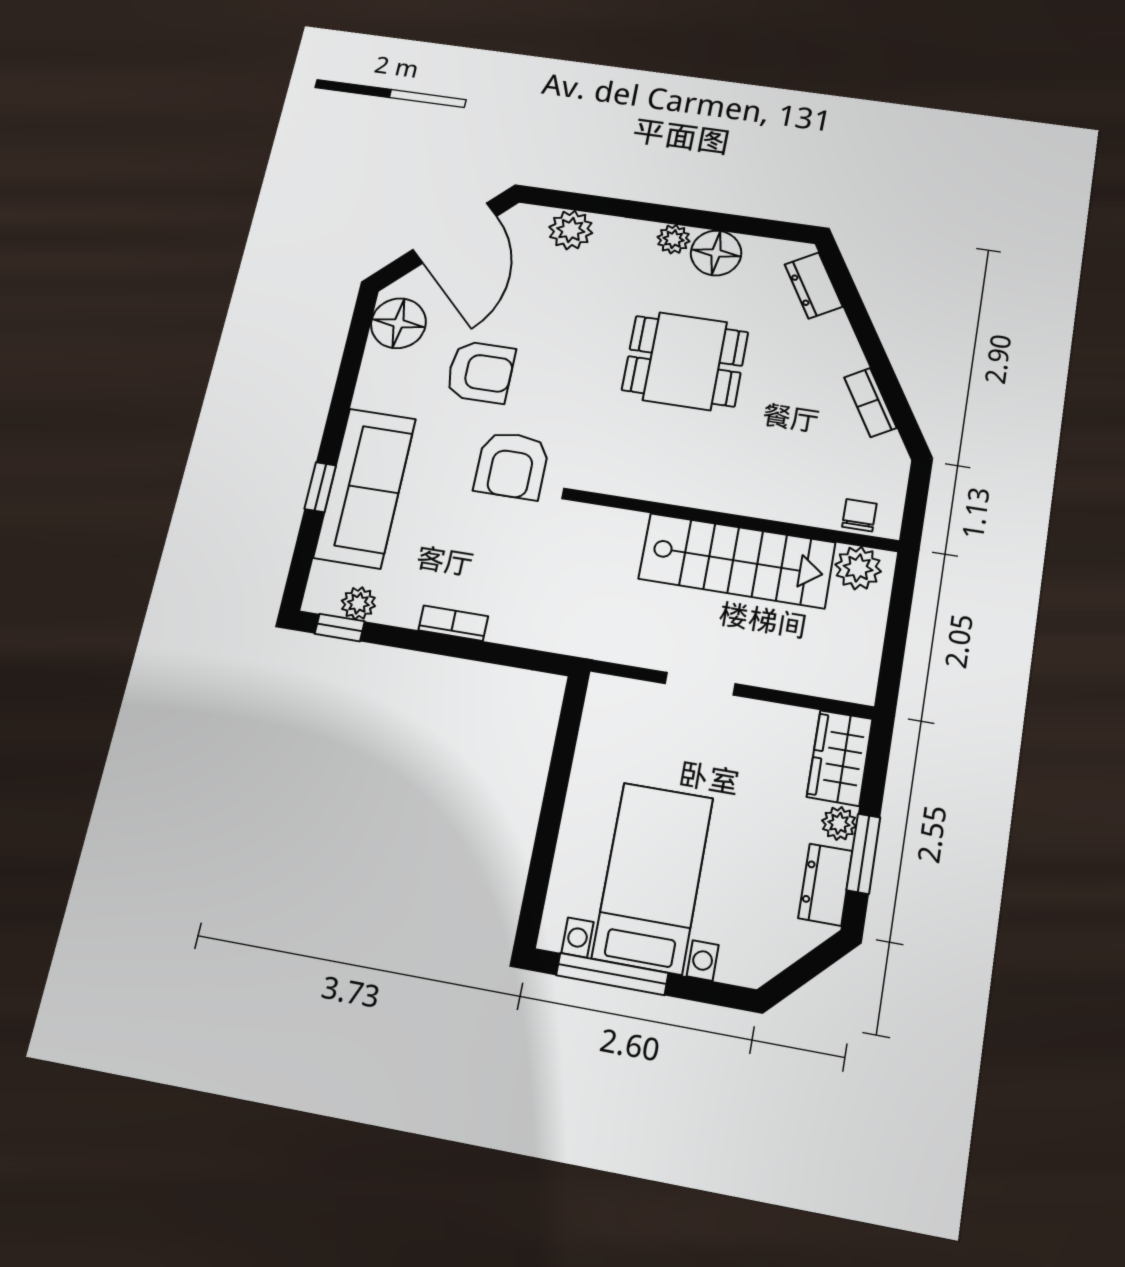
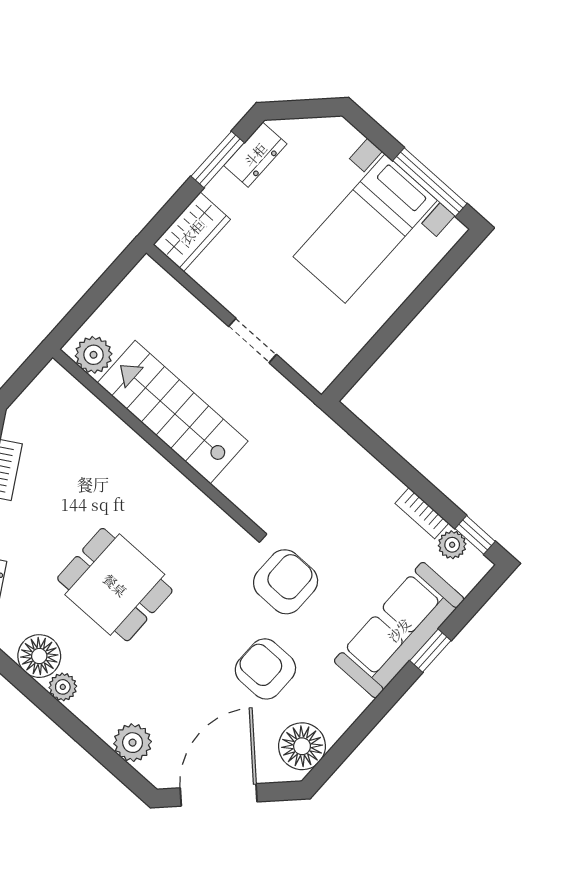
chair: (859, 515) -> (68, 392), removed
bookcase: (453, 623) -> (422, 513), moved
plant: (839, 823) -> (221, 189), removed

